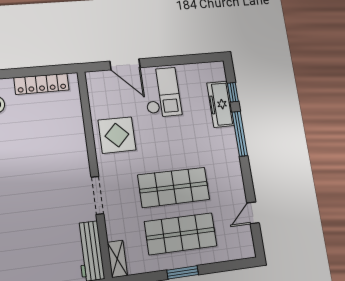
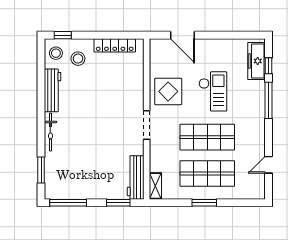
checkout: (162, 92) -> (213, 91), moved
freezer: (221, 104) -> (256, 61), moved
doorway: (97, 195) -> (147, 125), moved

